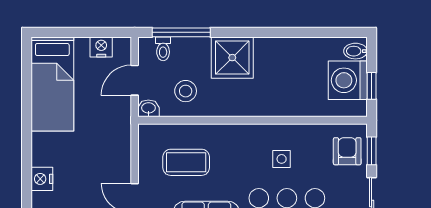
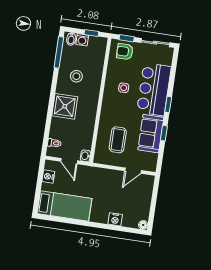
window: (181, 32) -> (59, 52), moved
washing machine: (348, 80) -> (82, 40), width x0.53, depth x0.53
stool: (186, 91) -> (76, 76), moved

